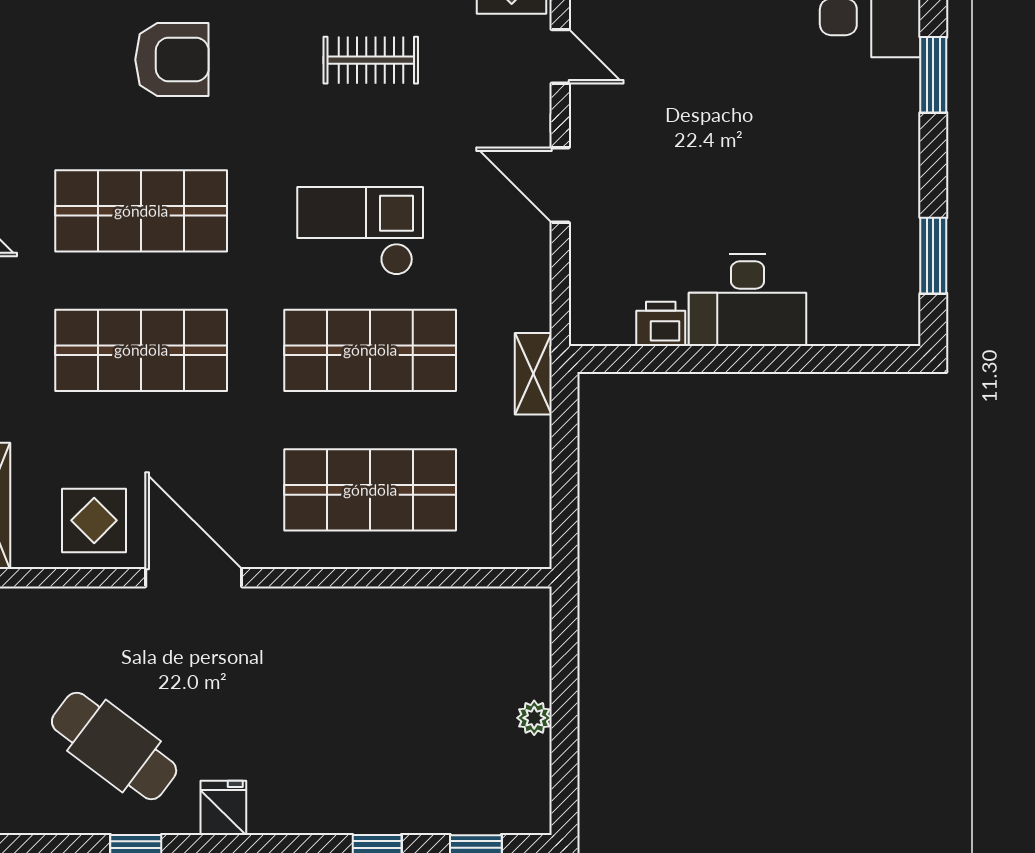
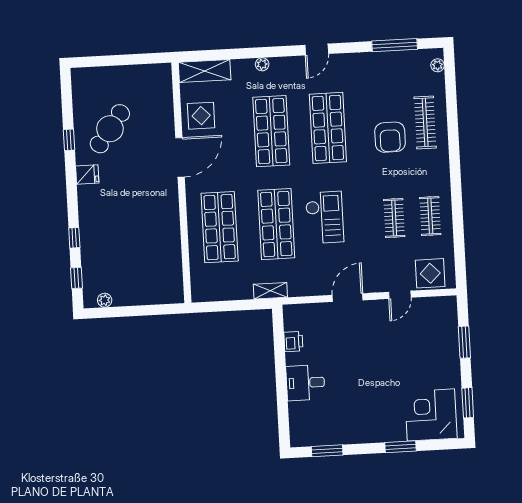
desk: (748, 300) -> (305, 383), width x0.73
plant: (534, 718) -> (105, 300), moved

